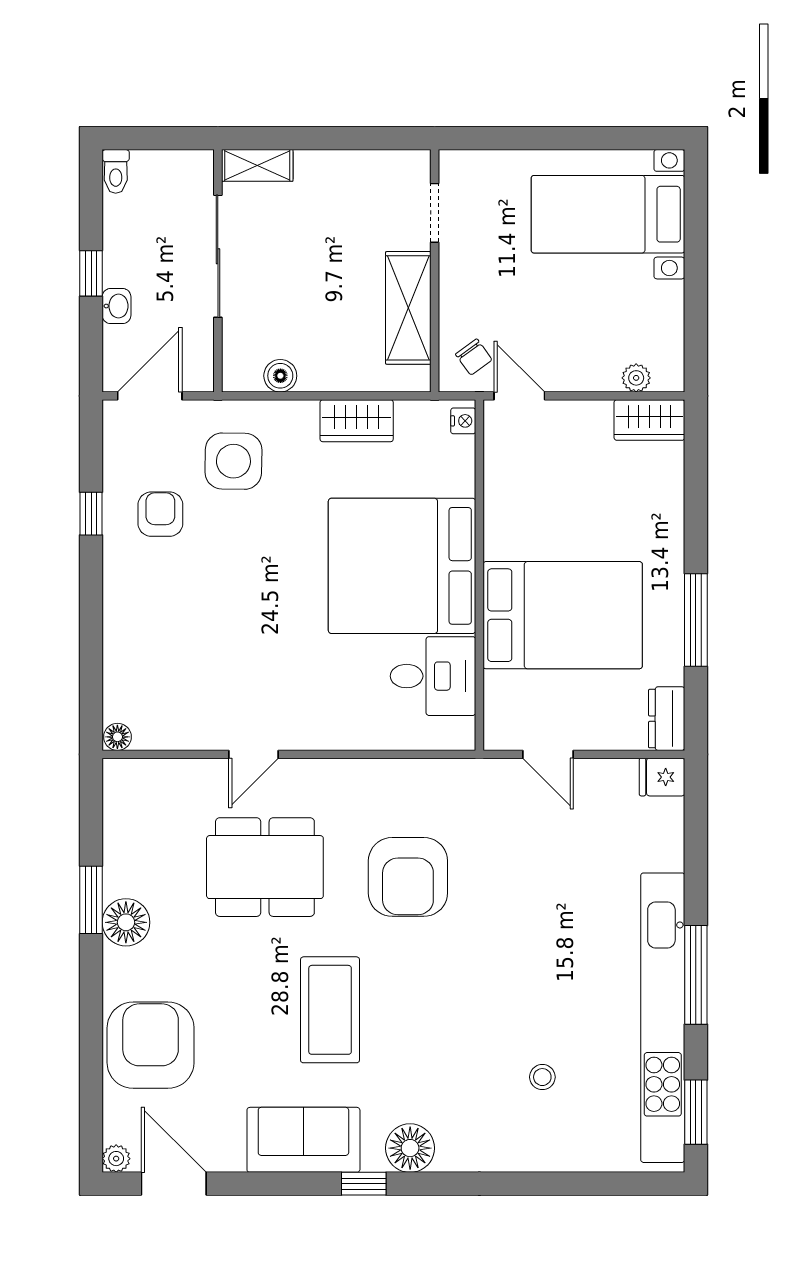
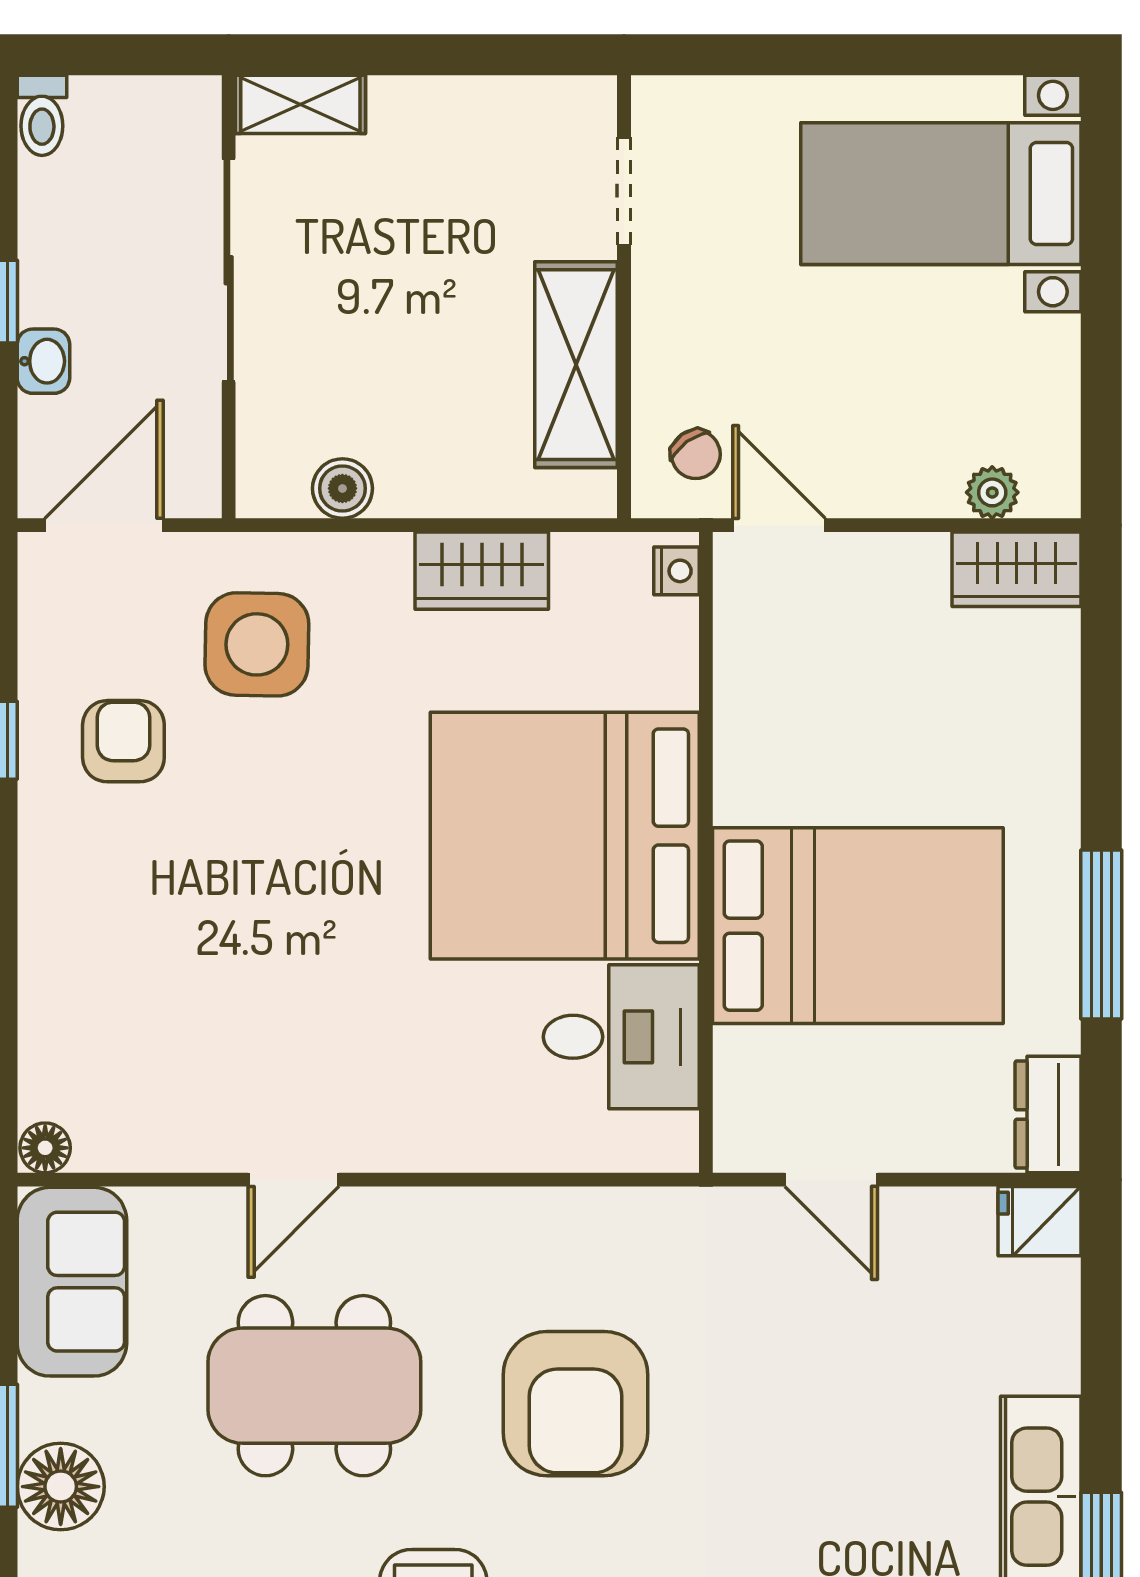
sofa: (132, 810) -> (72, 1282), added

